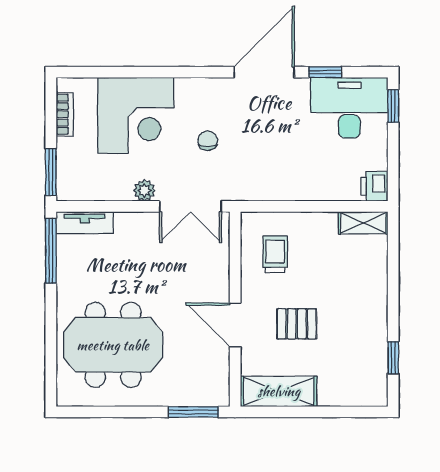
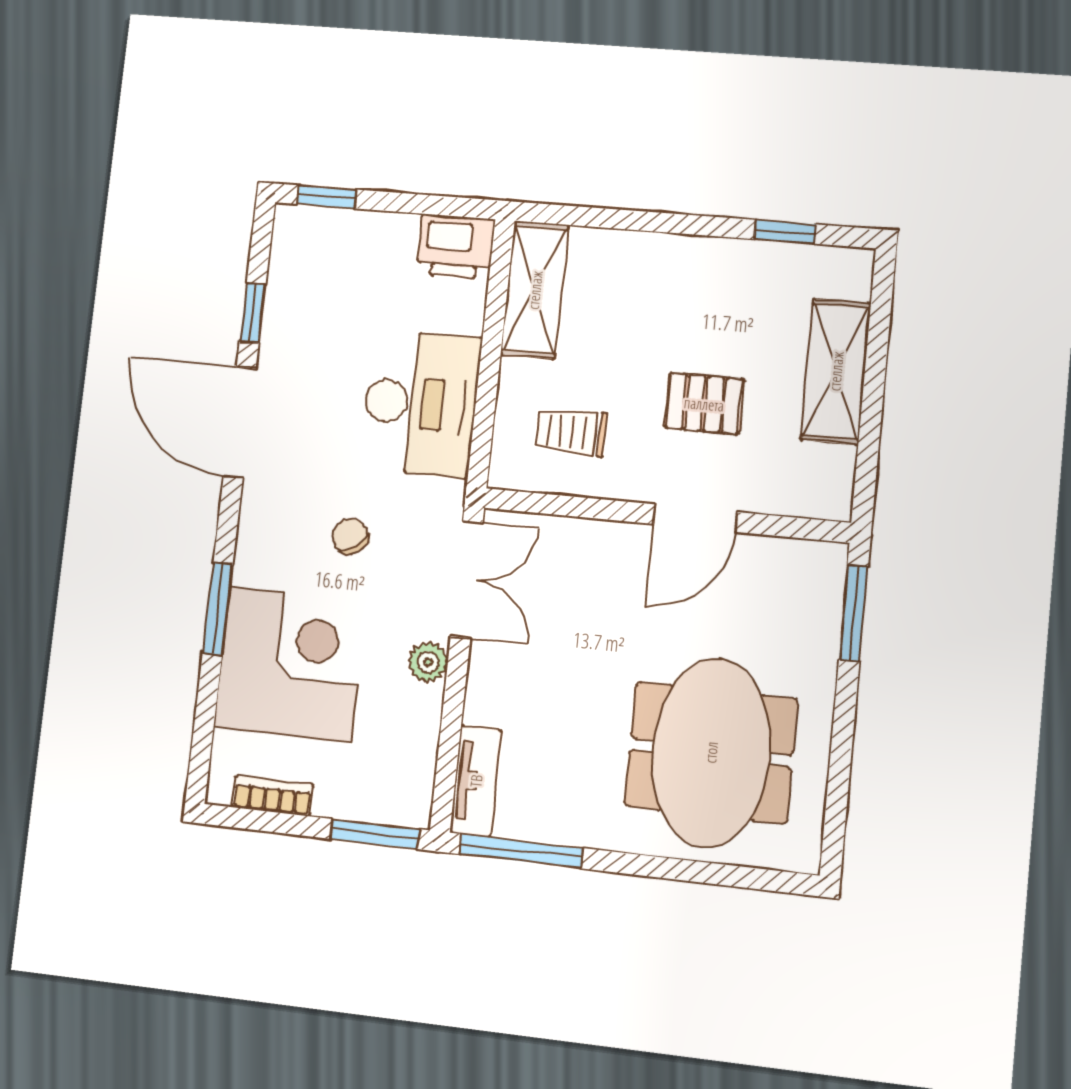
window: (161, 72) -> (218, 609), added
desk: (349, 108) -> (420, 403), moved, turned 180
chair: (208, 141) -> (350, 536), turned 55
printer: (374, 186) -> (456, 246), width x1.36, depth x1.24
shelving: (363, 223) -> (535, 290), width x1.50, depth x1.33
pallet: (297, 324) -> (704, 404), turned 90
shelving: (279, 391) -> (836, 371), moved

